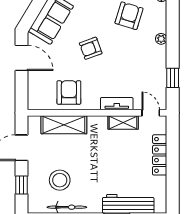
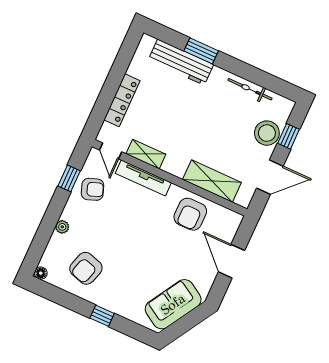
armchair: (91, 48) -> (93, 189), moved
door: (22, 58) -> (232, 261), moved
tv unit: (117, 104) -> (143, 178), width x1.41
stool: (60, 180) -> (267, 133), moved

